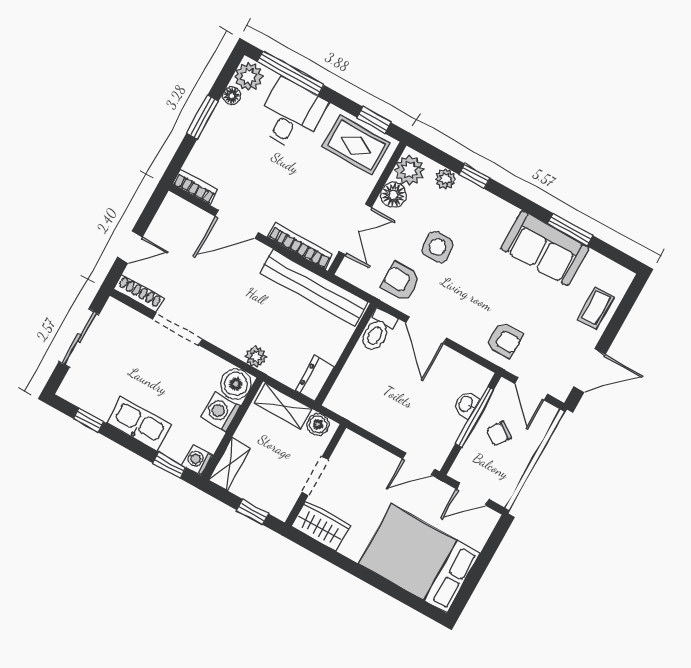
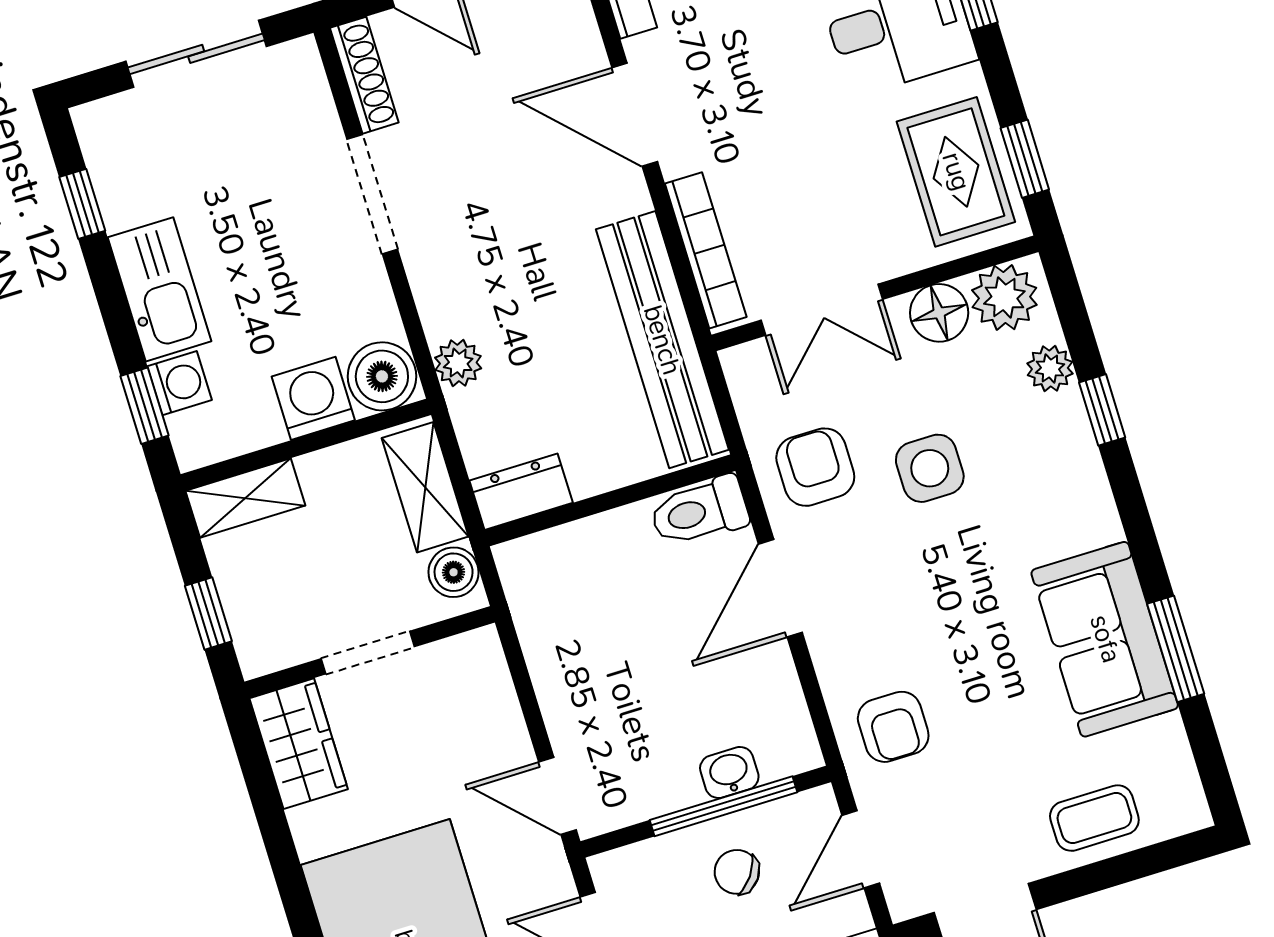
washing machine: (198, 460) -> (179, 383), moved, turned 90

